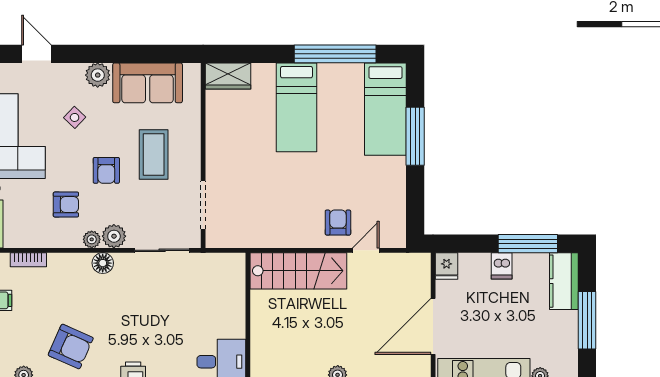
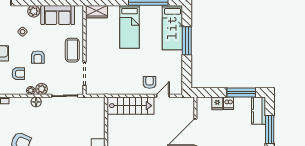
coffee table: (154, 155) -> (72, 50), moved
fridge: (447, 266) -> (217, 103), moved

